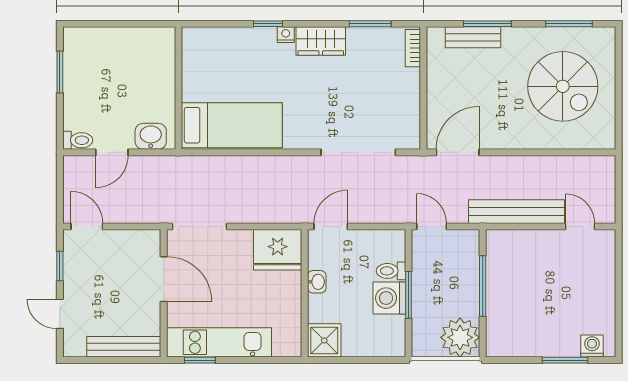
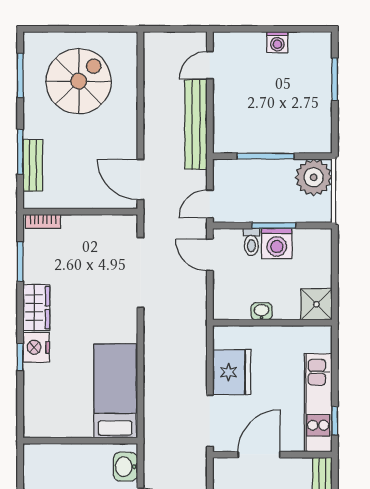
nightstand: (286, 35) -> (36, 347), width x1.89, depth x1.79
door: (331, 227) -> (210, 255), moved
fridge: (278, 250) -> (232, 372), moved
washing machine: (592, 346) -> (277, 42), moved, turned -90

